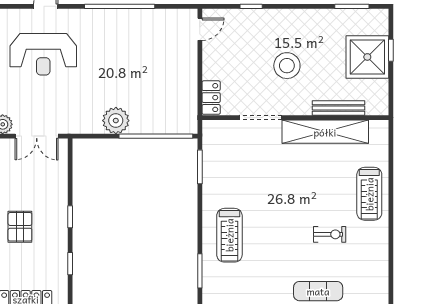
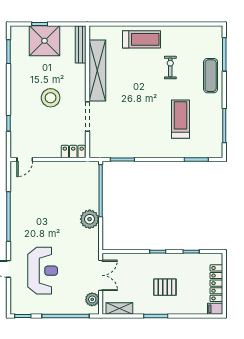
door: (200, 29) -> (25, 160), swing flipped
bench: (339, 108) -> (81, 44), moved
treadmill: (229, 235) -> (180, 119), moved, turned -90

